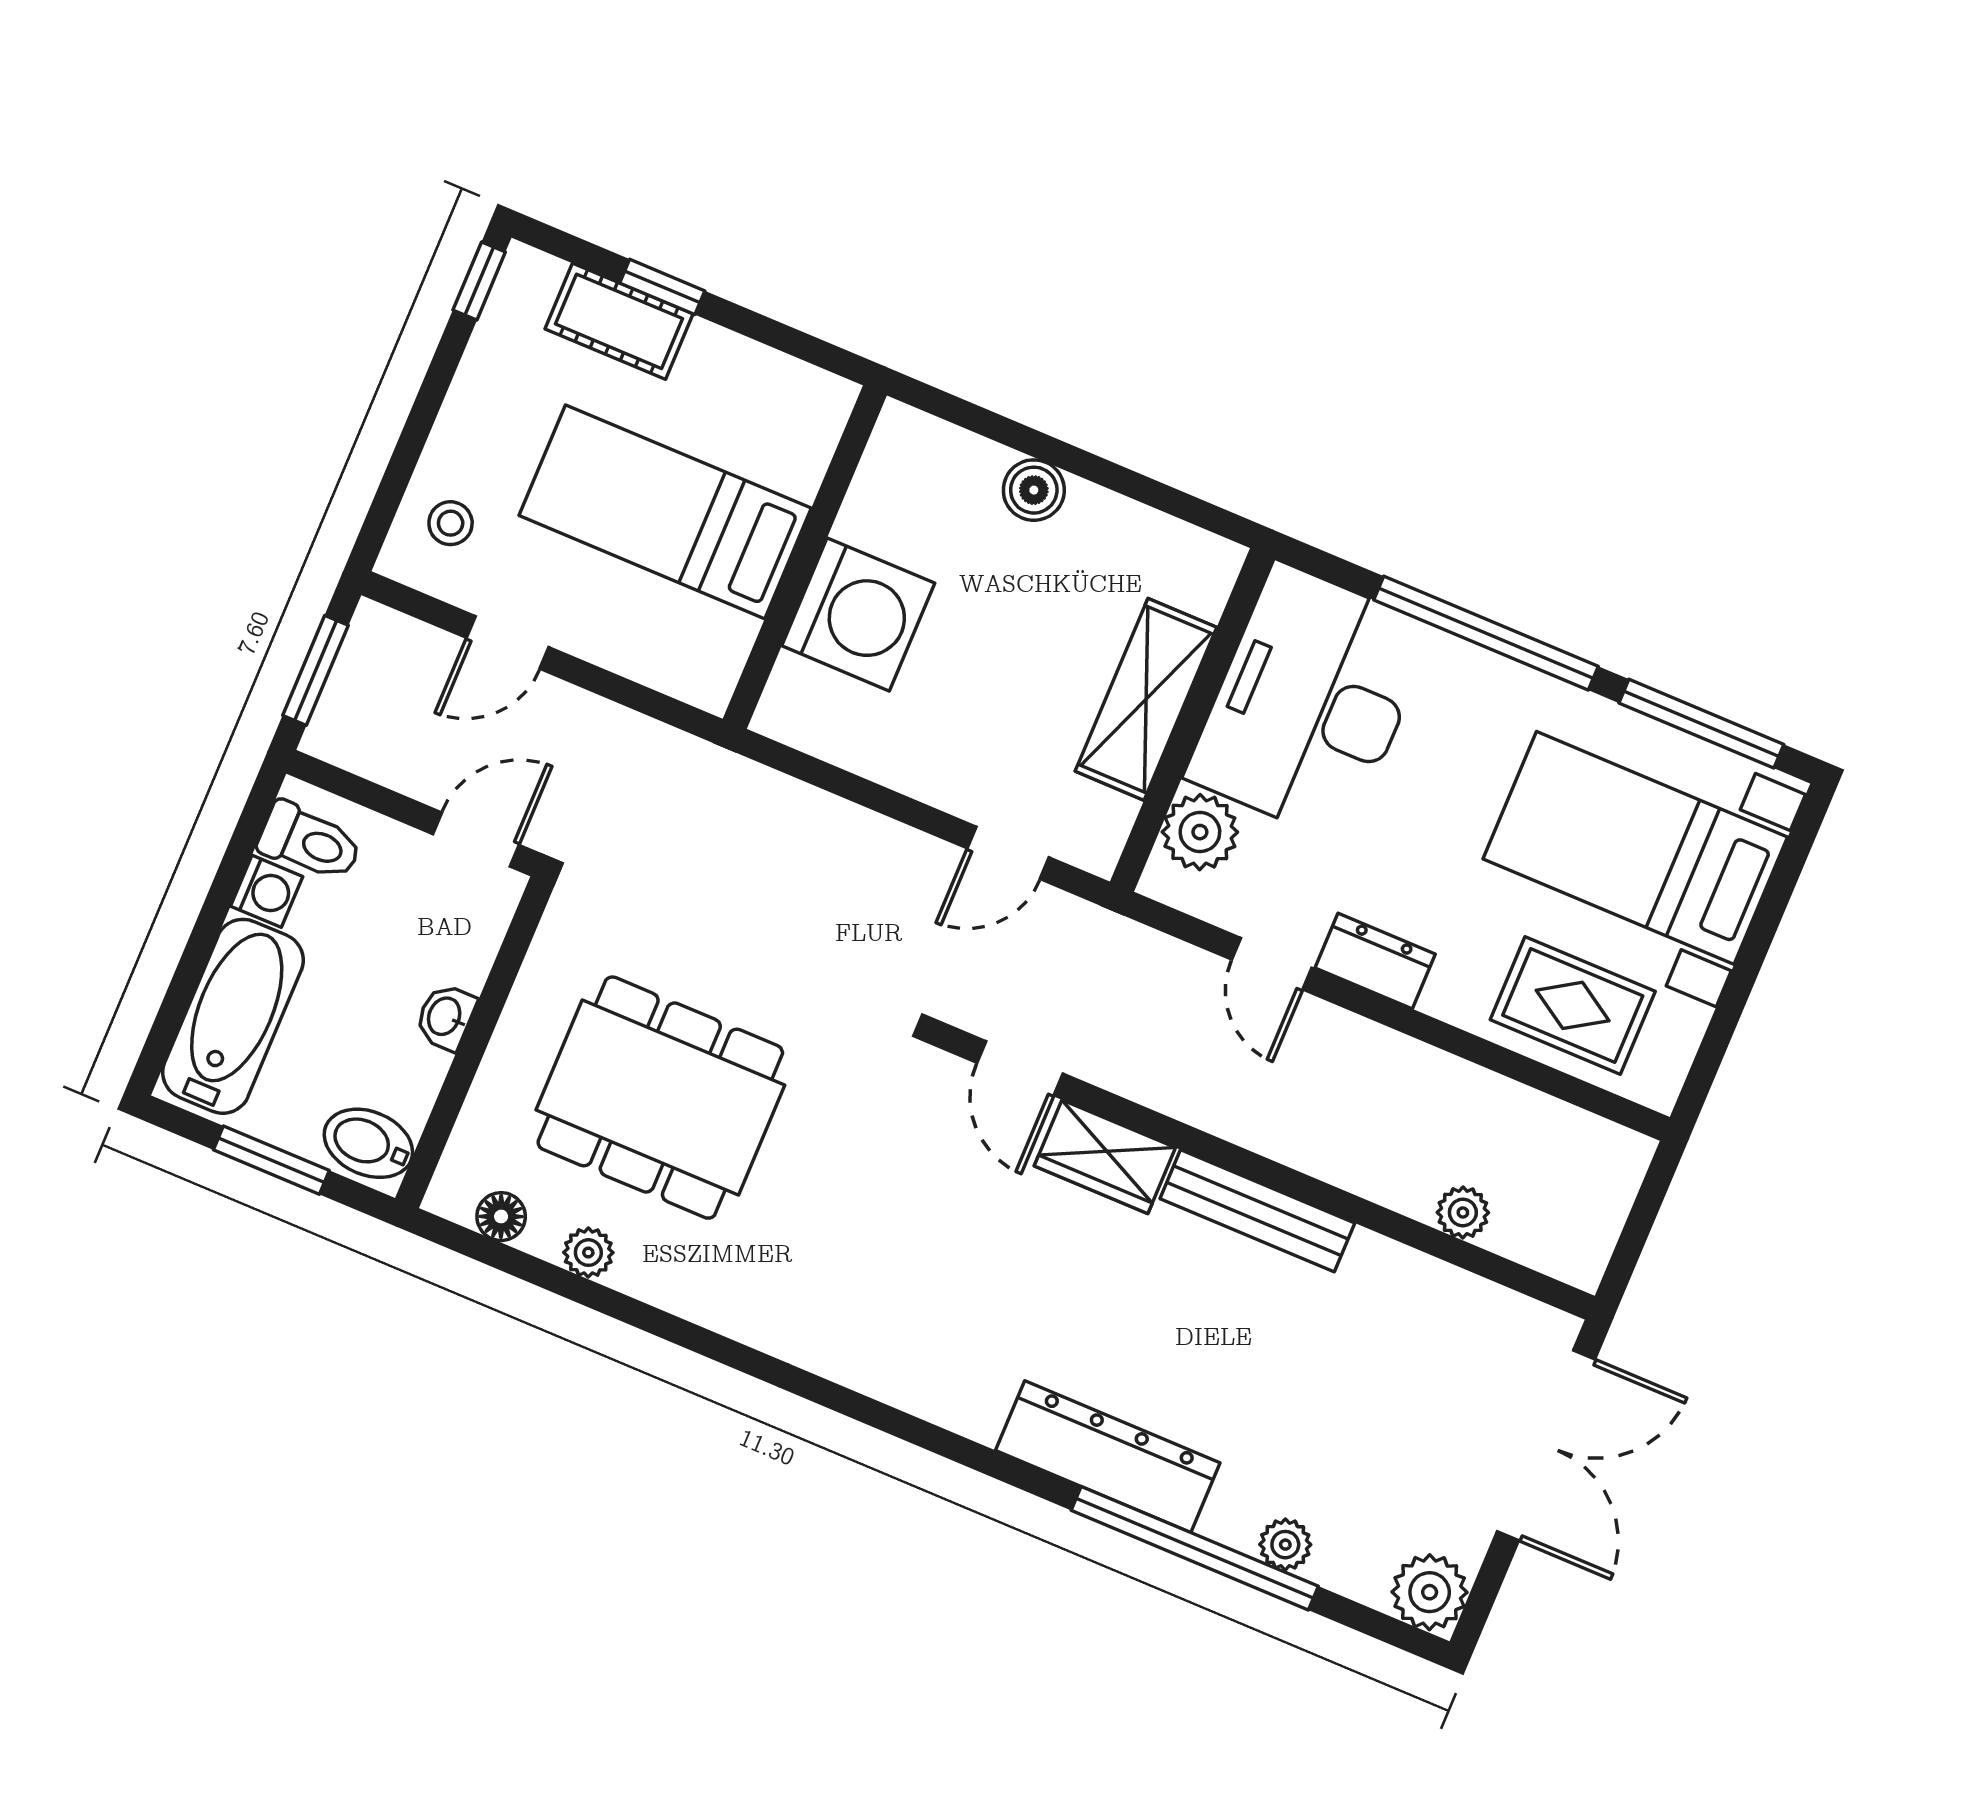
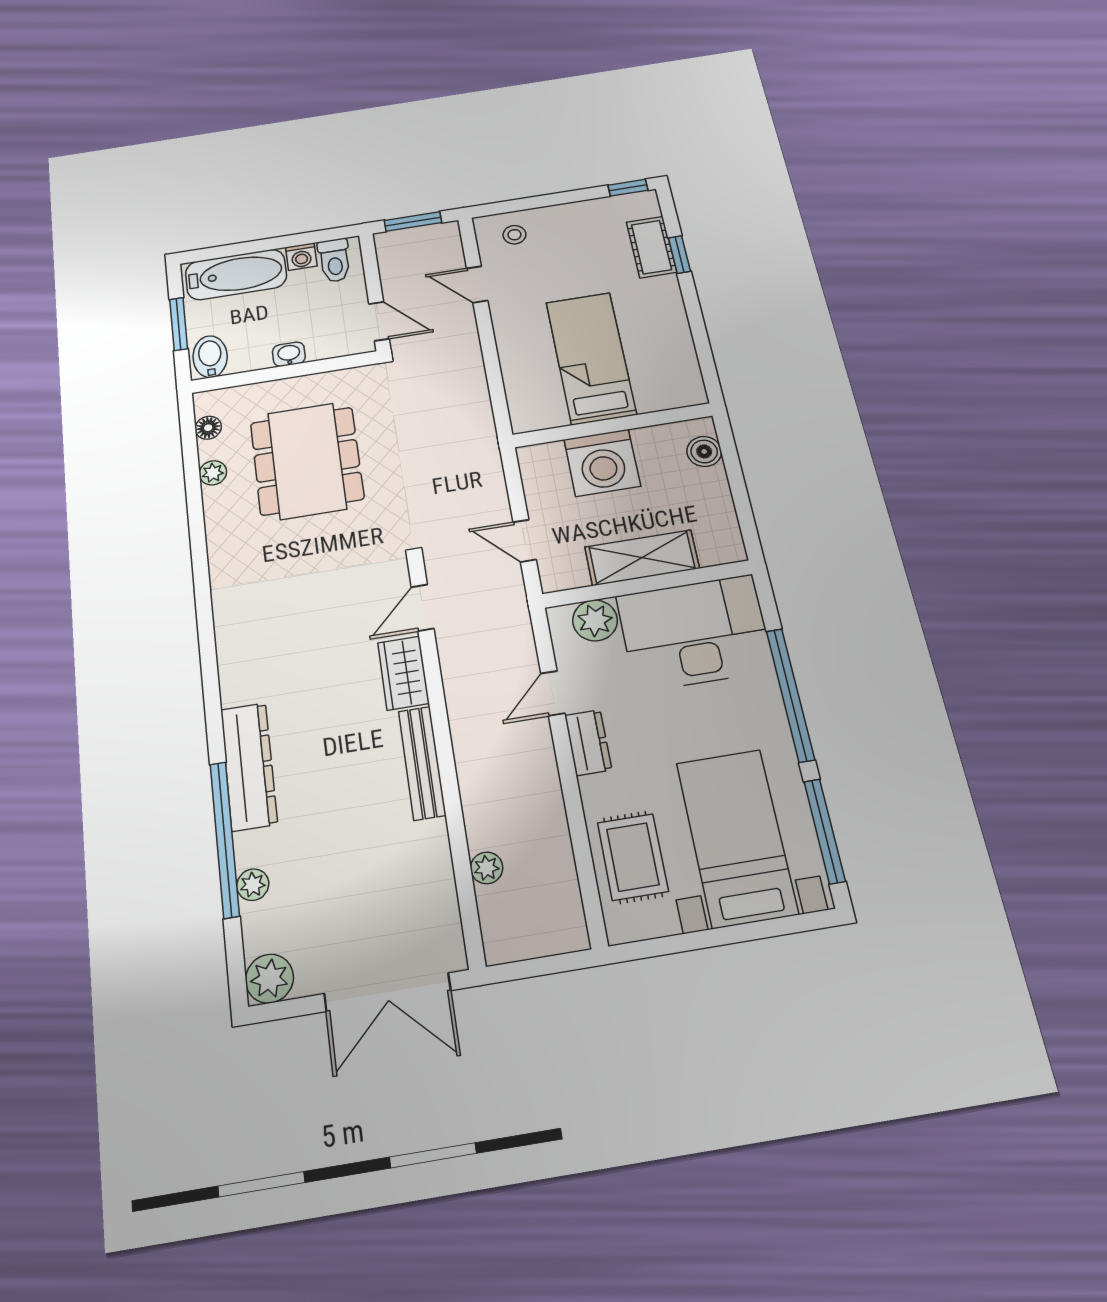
bed: (665, 512) -> (591, 358), moved
wall: (805, 557) -> (612, 425), moved
washing machine: (858, 614) -> (602, 463), moved

